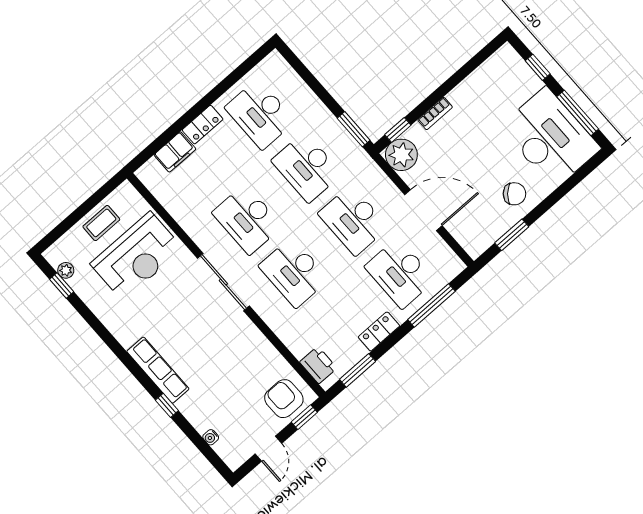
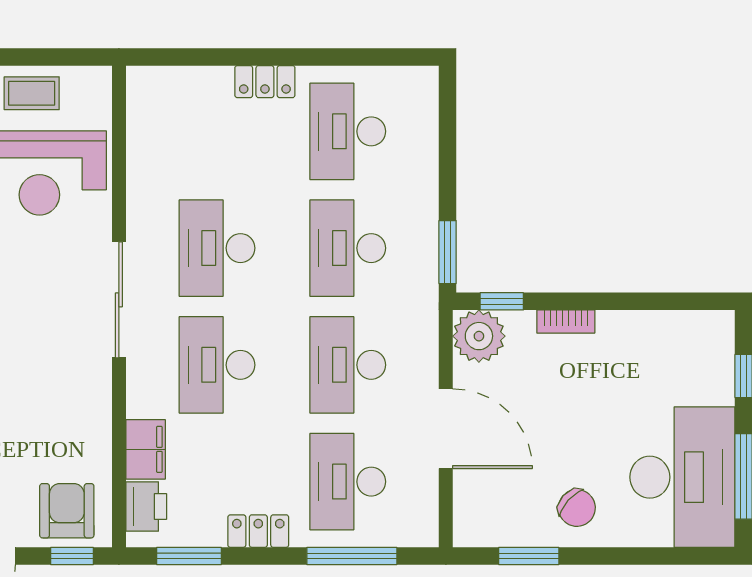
filing cabinet: (175, 152) -> (146, 449), moved, turned -90

